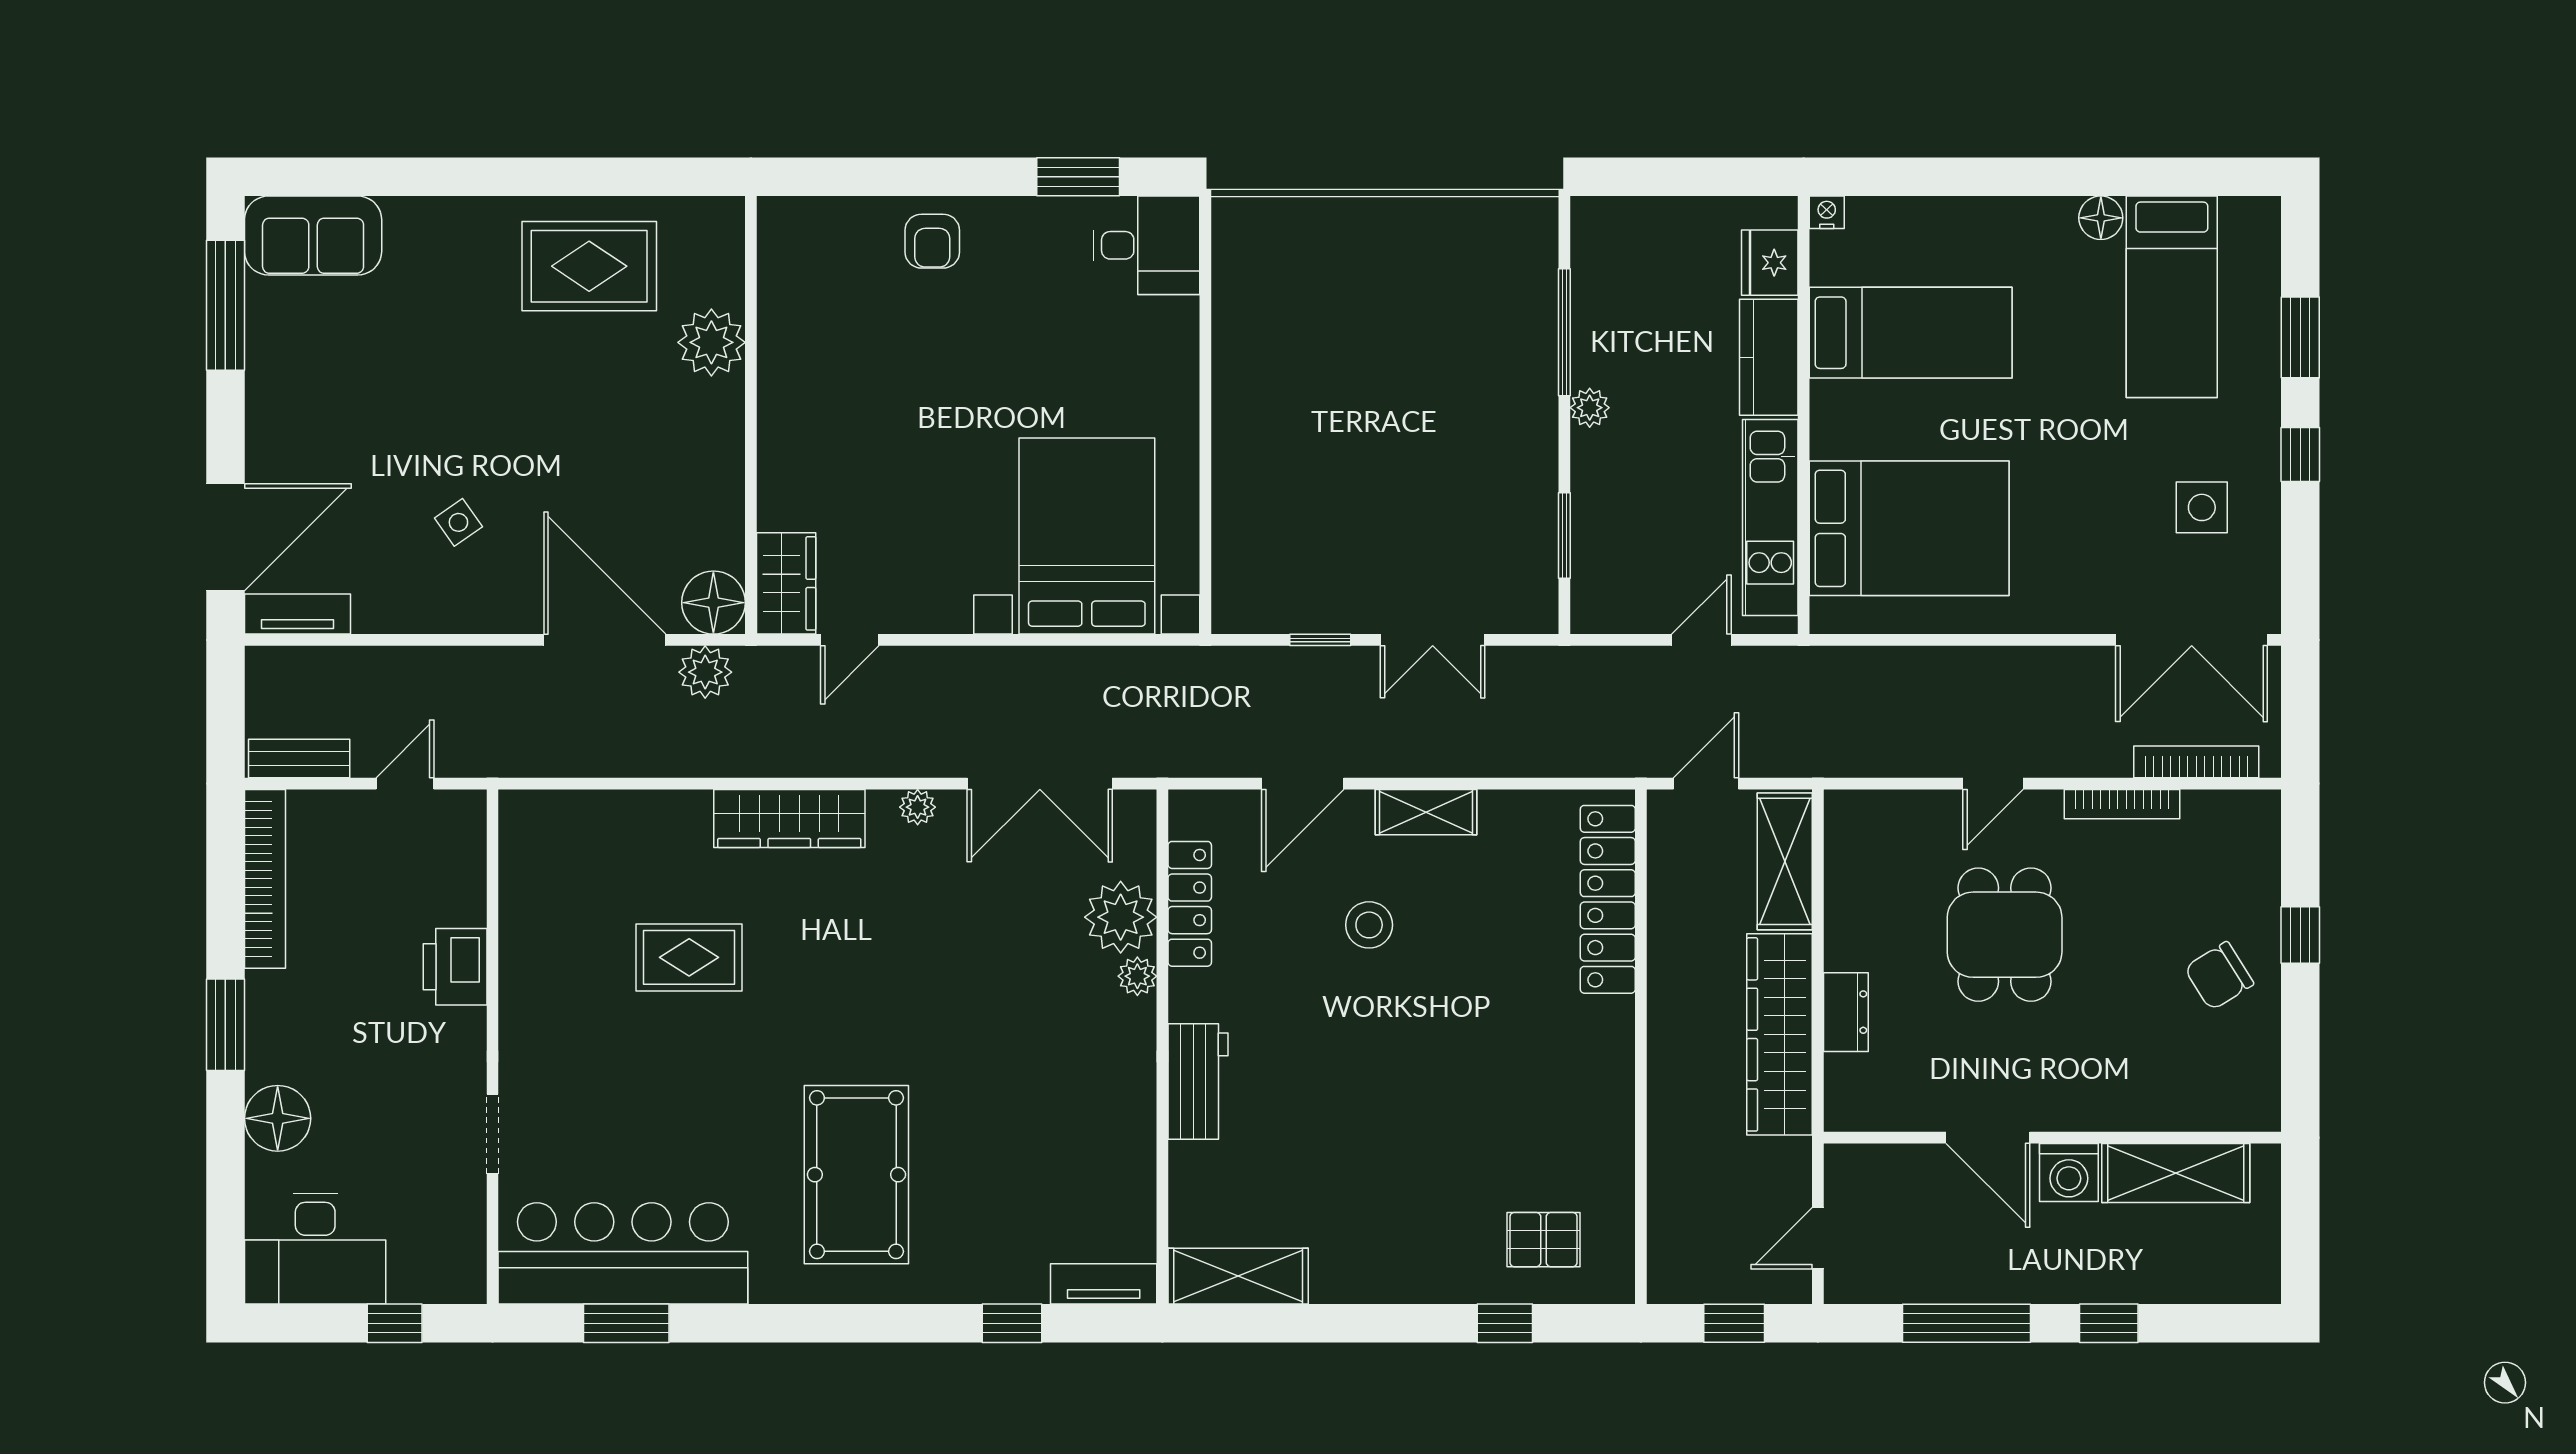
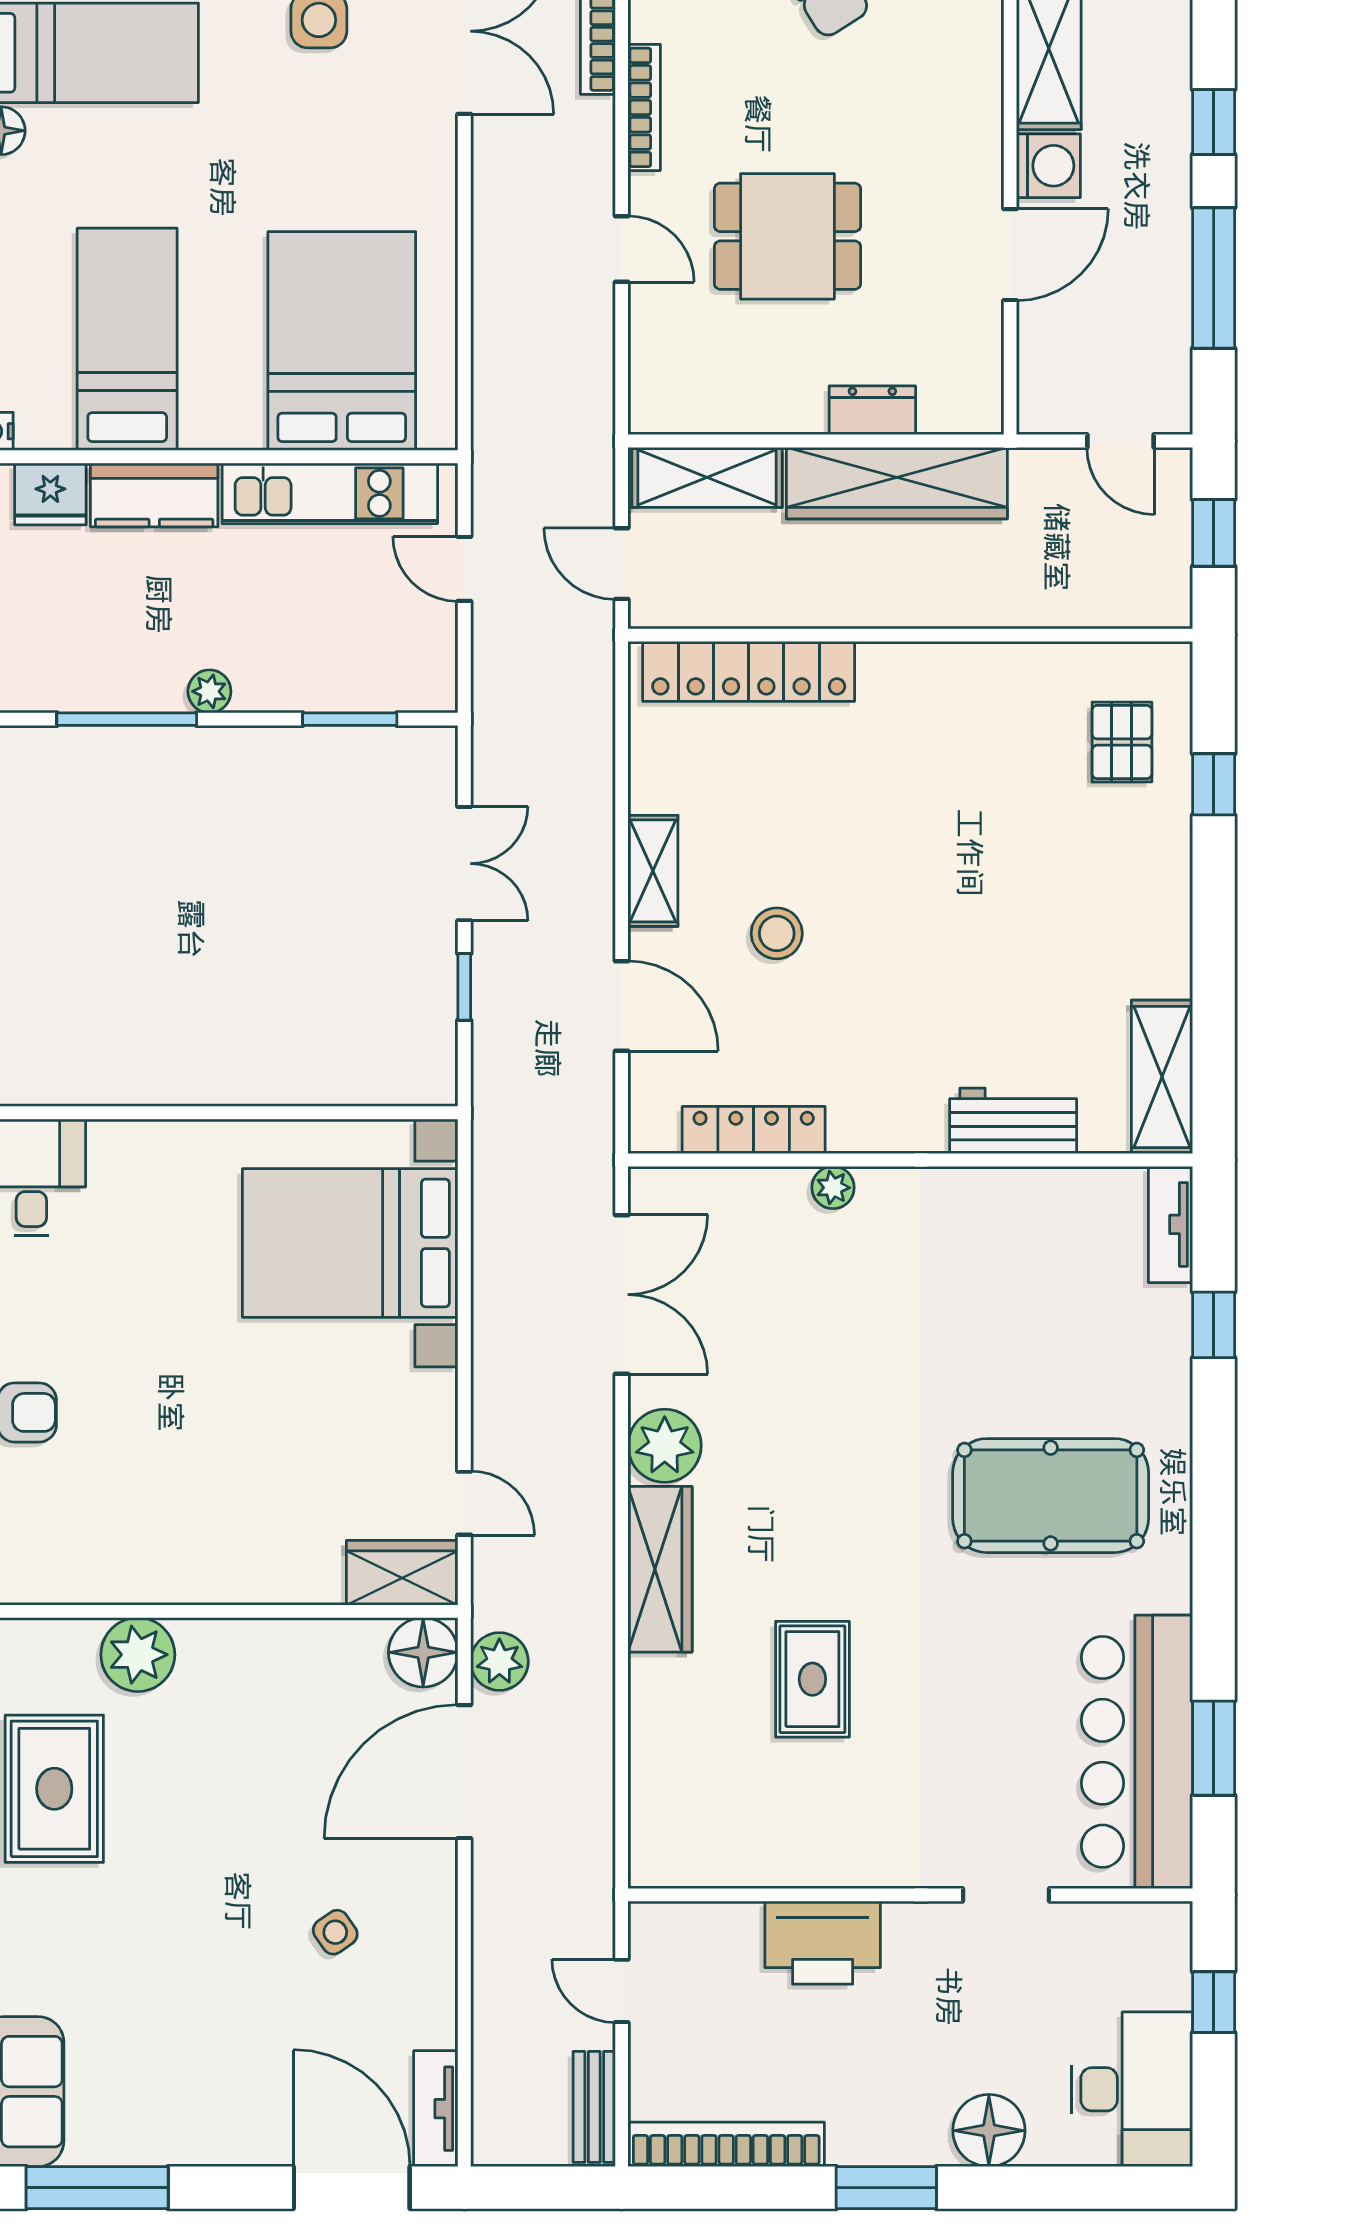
plant: (918, 807) -> (665, 1446), width x1.88, depth x1.88
plant: (1121, 917) -> (768, 1206), removed
printer: (455, 967) -> (823, 1943), width x1.37, depth x1.19
workbench: (1198, 1081) -> (1013, 1121), moved

